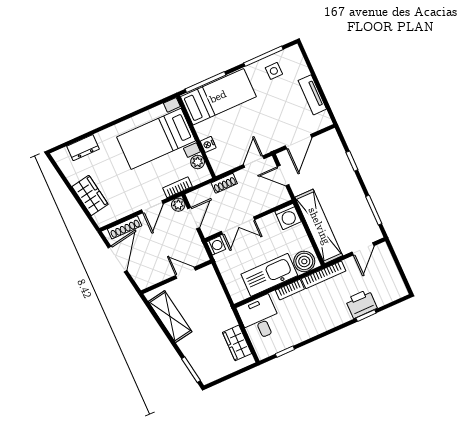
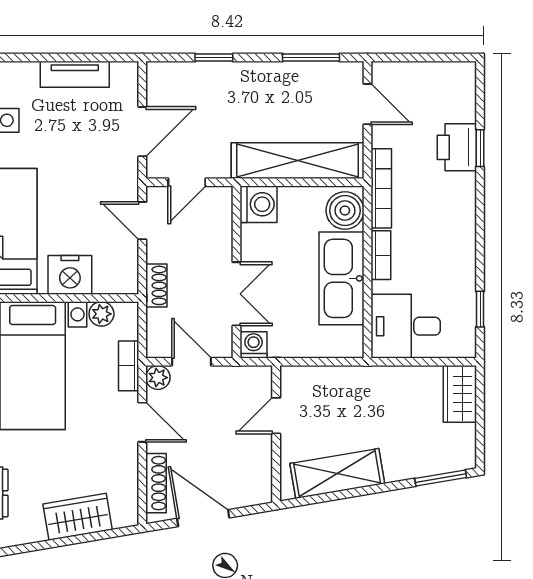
door: (299, 142) -> (142, 132), hinge flipped
nightstand: (208, 144) -> (70, 275), width x1.89, depth x1.79
wardrobe: (237, 343) -> (460, 394), moved, turned 90

